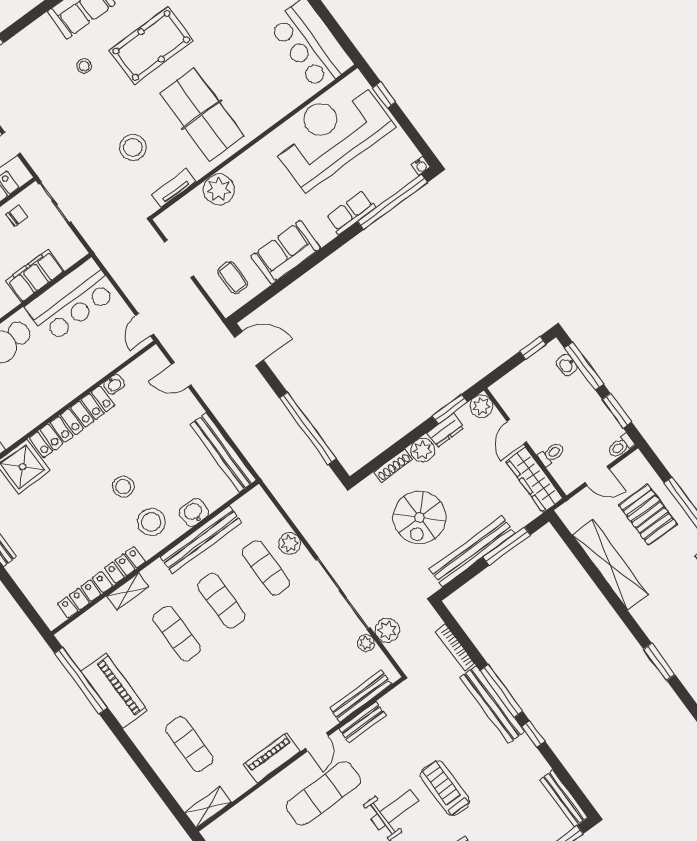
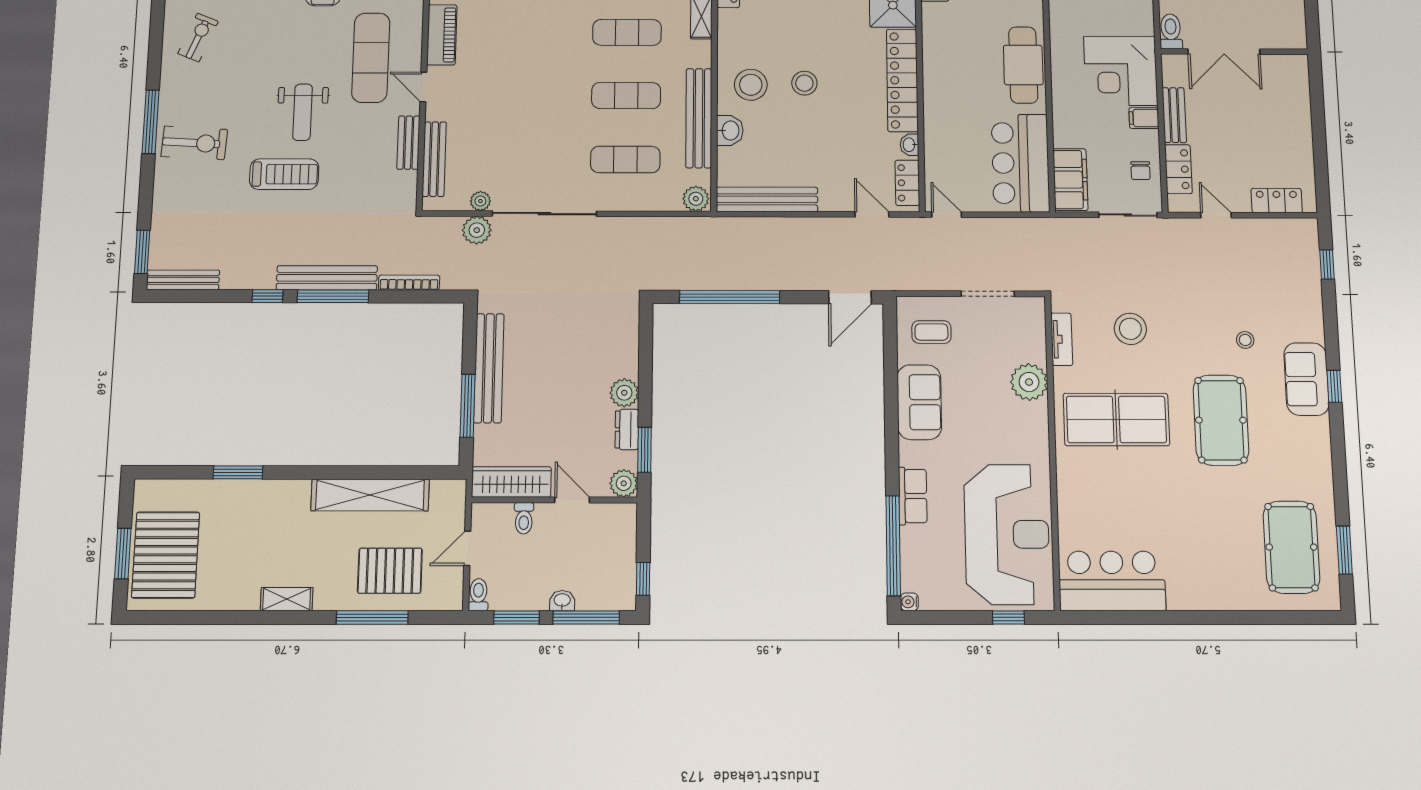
filing cabinet: (35, 276) -> (1070, 180), moved
washbasin: (567, 365) -> (562, 601), moved
door: (181, 375) -> (872, 214), hinge flipped
shoe rack: (393, 466) -> (631, 353), removed
spiral stairs: (419, 517) -> (561, 341), removed
plant: (290, 543) -> (696, 199), moved
locker: (125, 565) -> (907, 183), moved, turned 180

